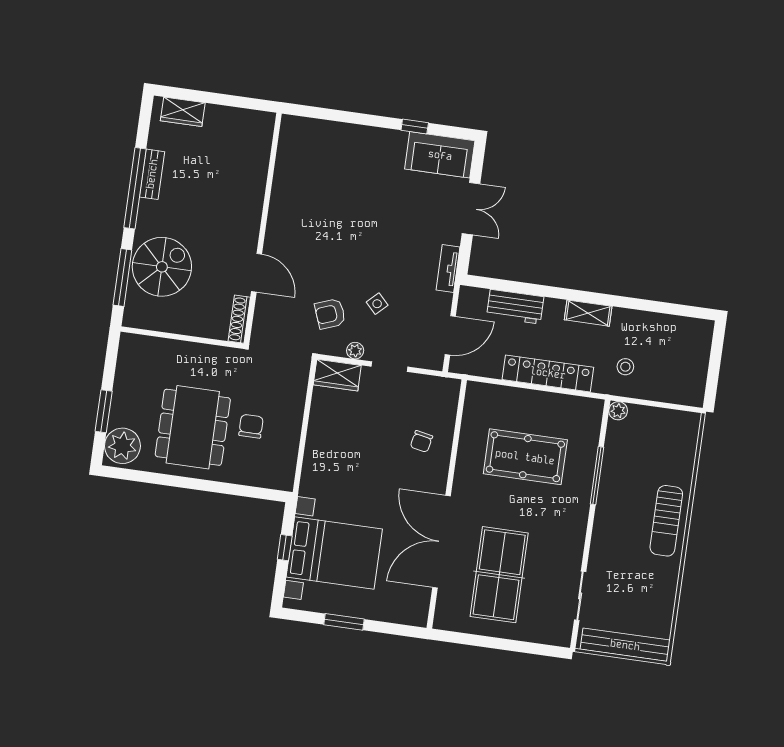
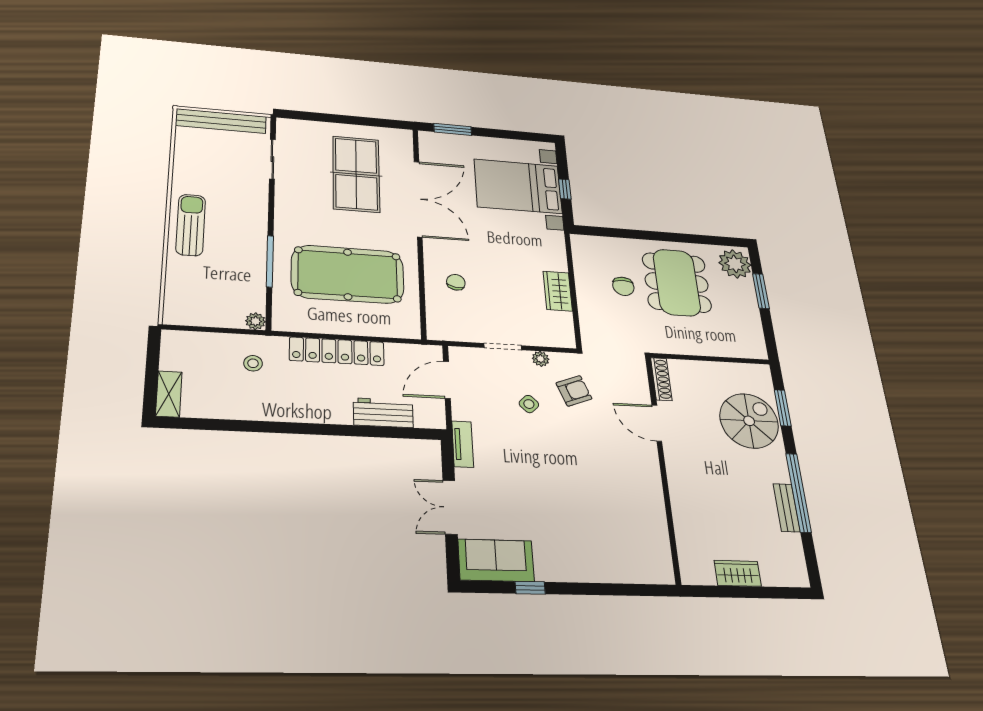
wardrobe: (183, 112) -> (738, 573), moved
spiral stairs: (162, 267) -> (749, 421), turned 180
window: (122, 278) -> (783, 408), width x0.69
shelving: (588, 313) -> (169, 394), moved, turned 90
wardrobe: (337, 375) -> (558, 291), moved, turned -90
pool table: (525, 457) -> (348, 274), width x1.36, depth x1.32
window: (344, 622) -> (453, 129), moved

